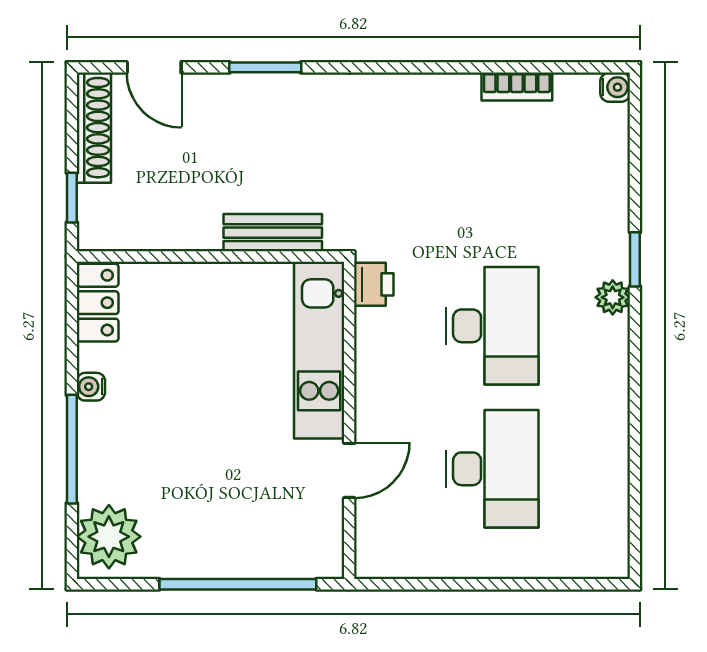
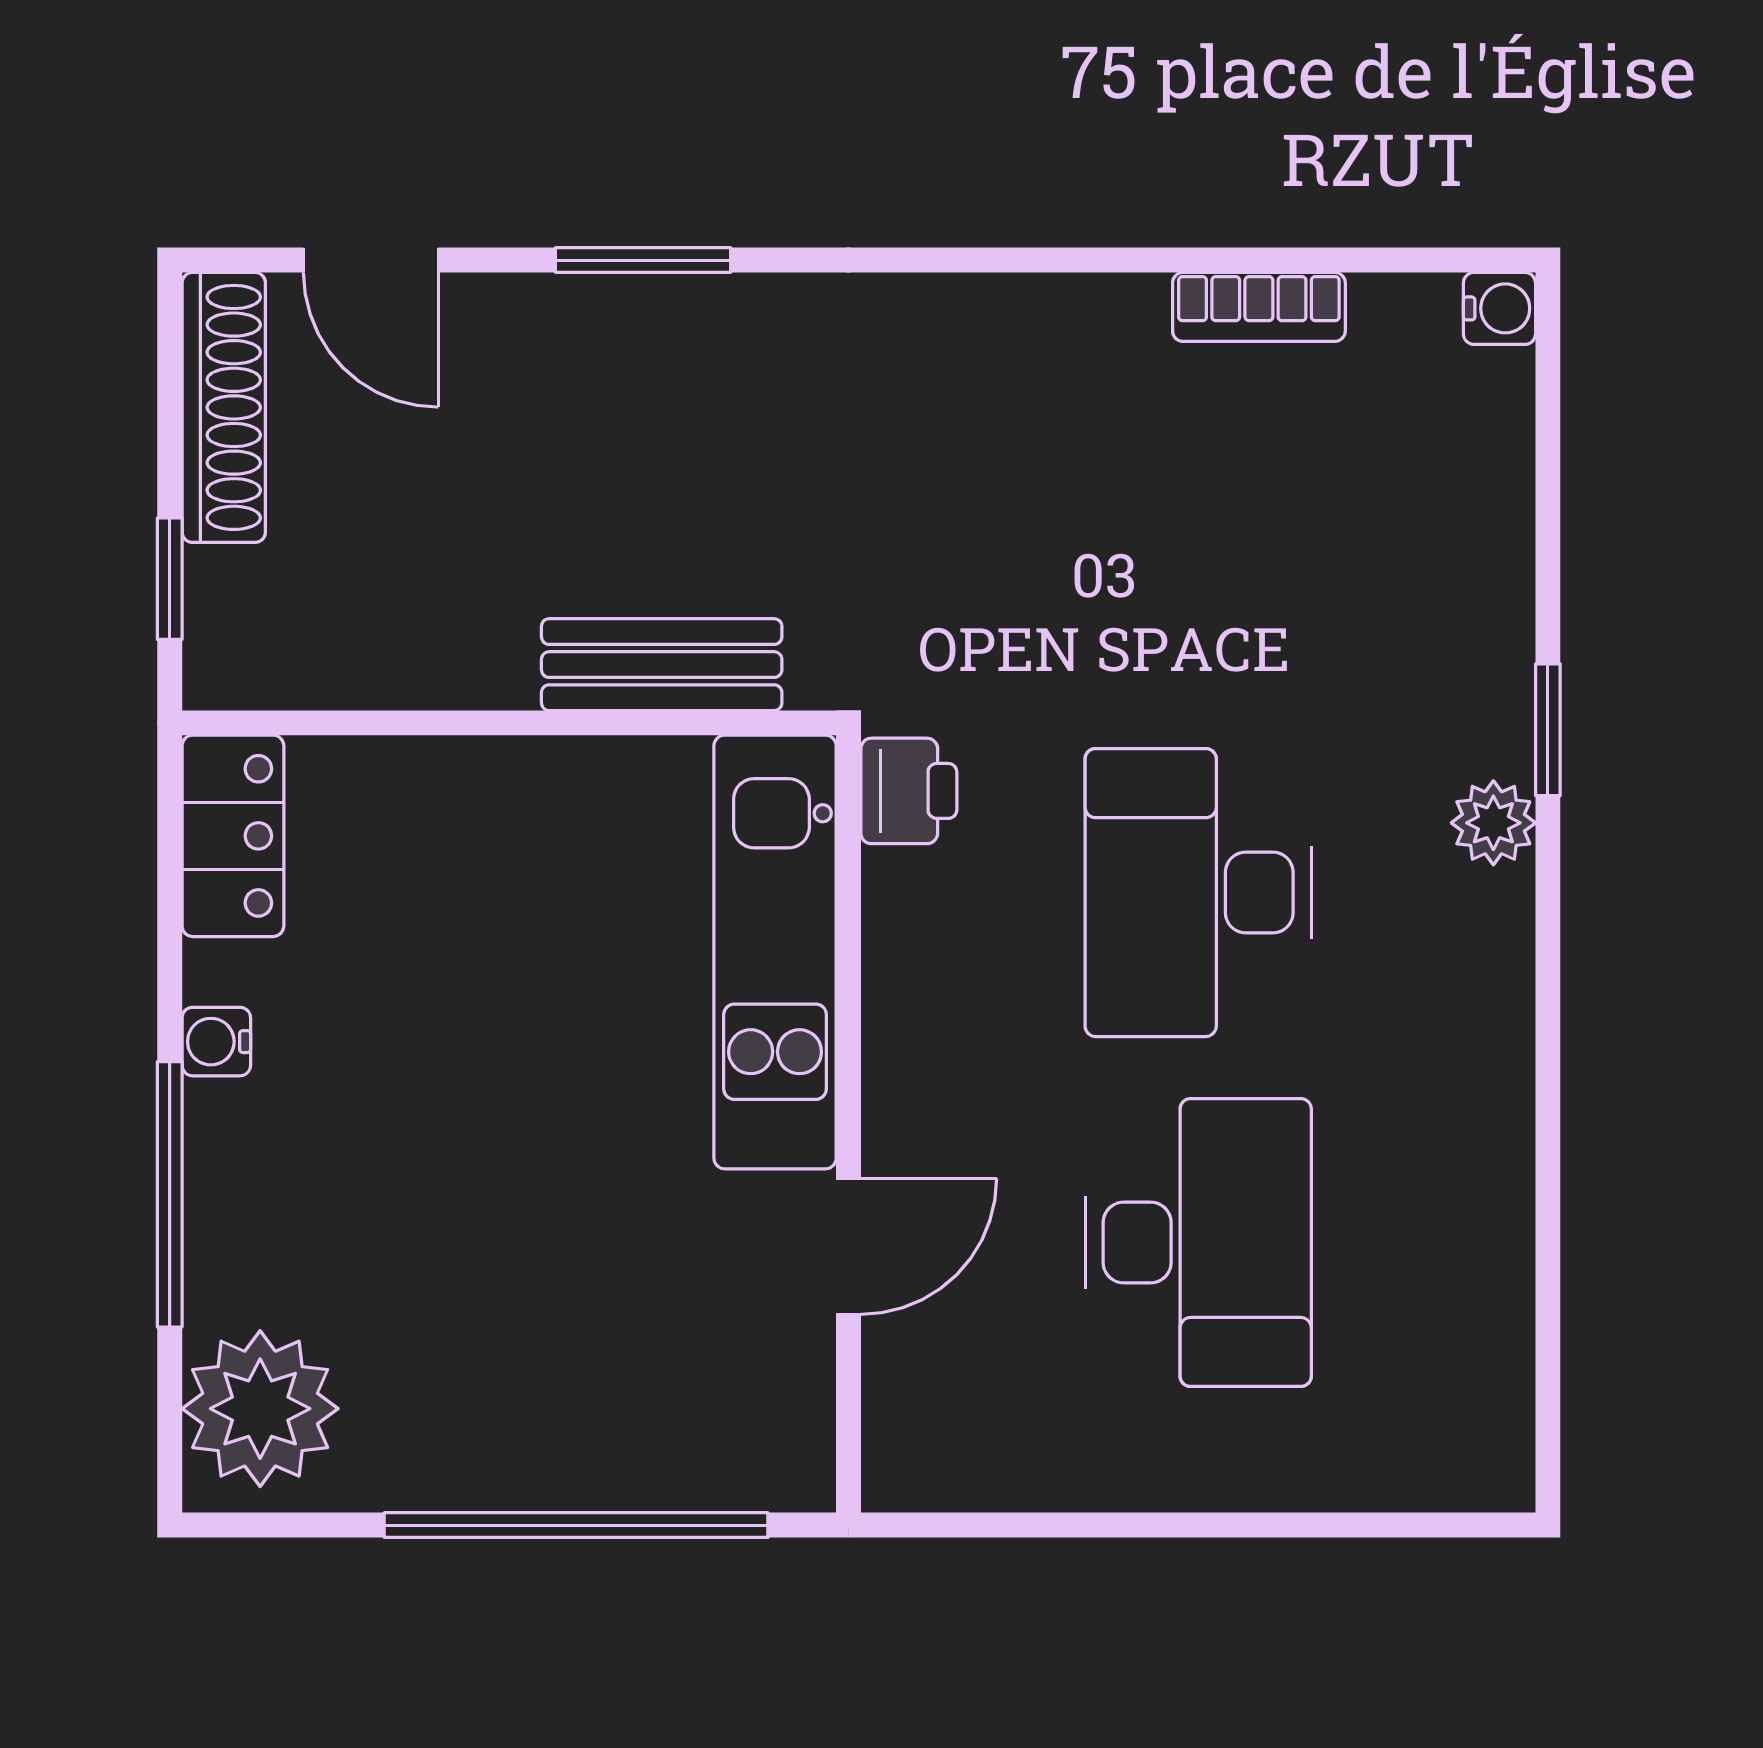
desk: (492, 326) -> (1198, 893), turned 180

